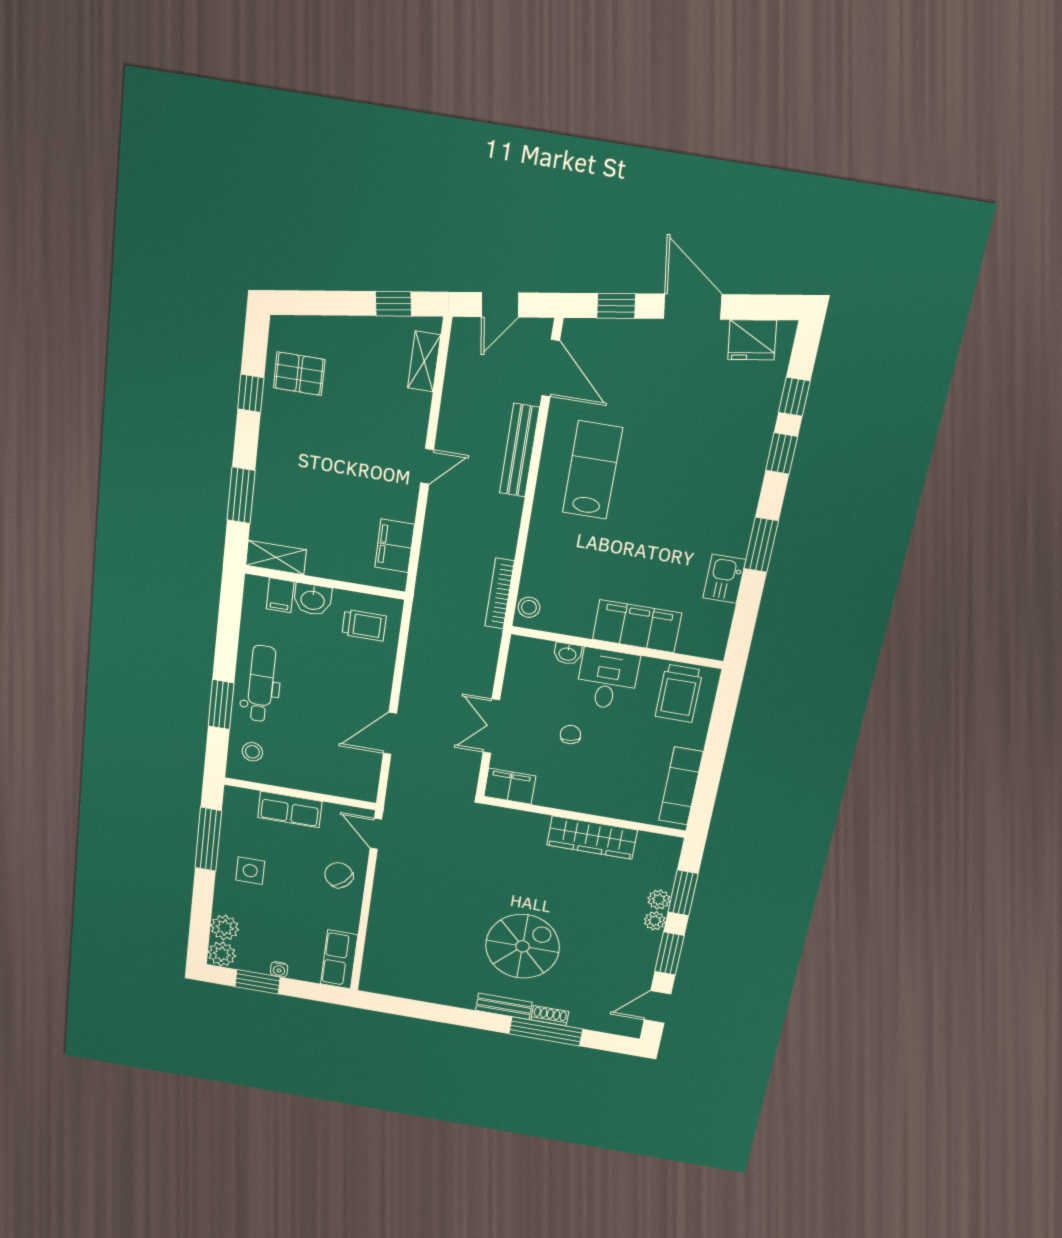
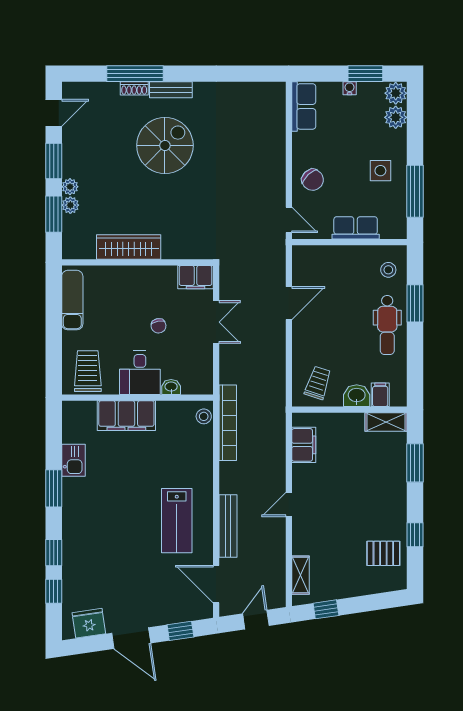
bookcase: (500, 594) -> (228, 423), width x1.48, depth x1.31
trolley: (364, 625) -> (318, 383), turned 108
spiral stairs: (523, 946) -> (165, 145), turned 180

